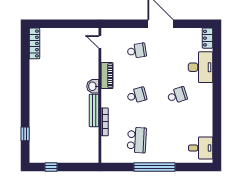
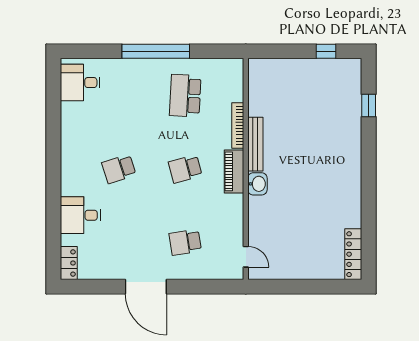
desk: (200, 67) -> (80, 215), width x0.73
piano: (107, 76) -> (234, 171), moved

